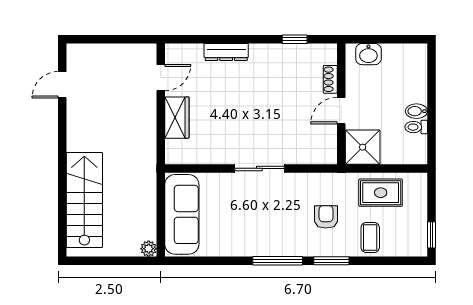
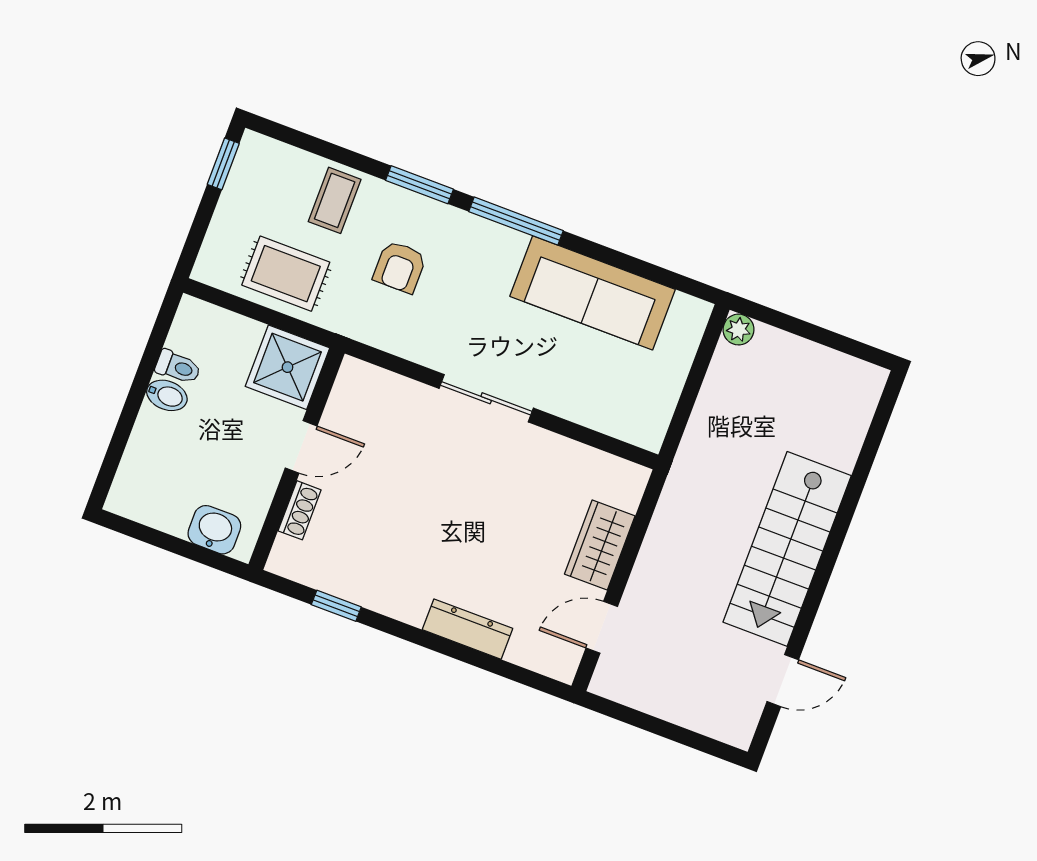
stairs: (84, 200) -> (787, 549), moved
sofa: (182, 214) -> (593, 293), moved, turned -90

